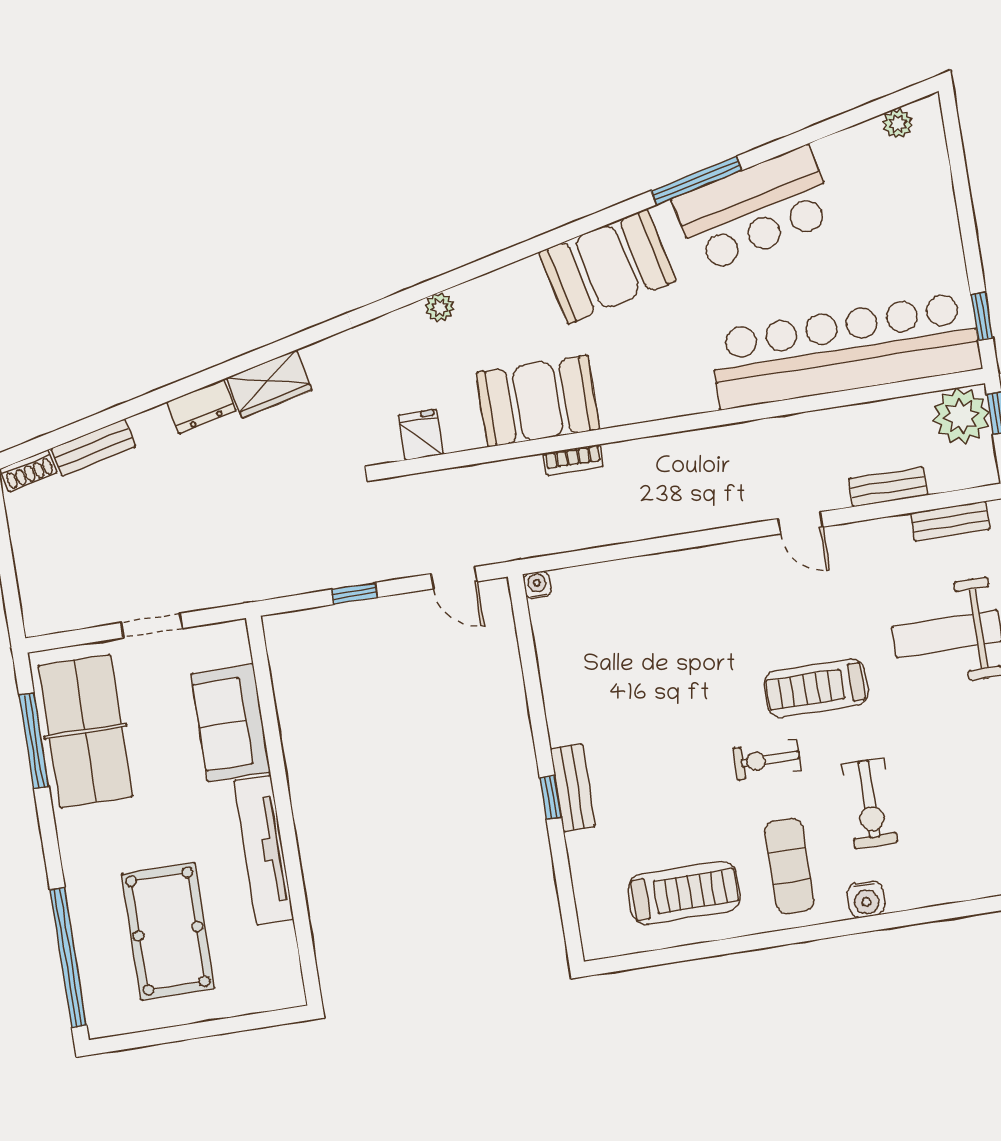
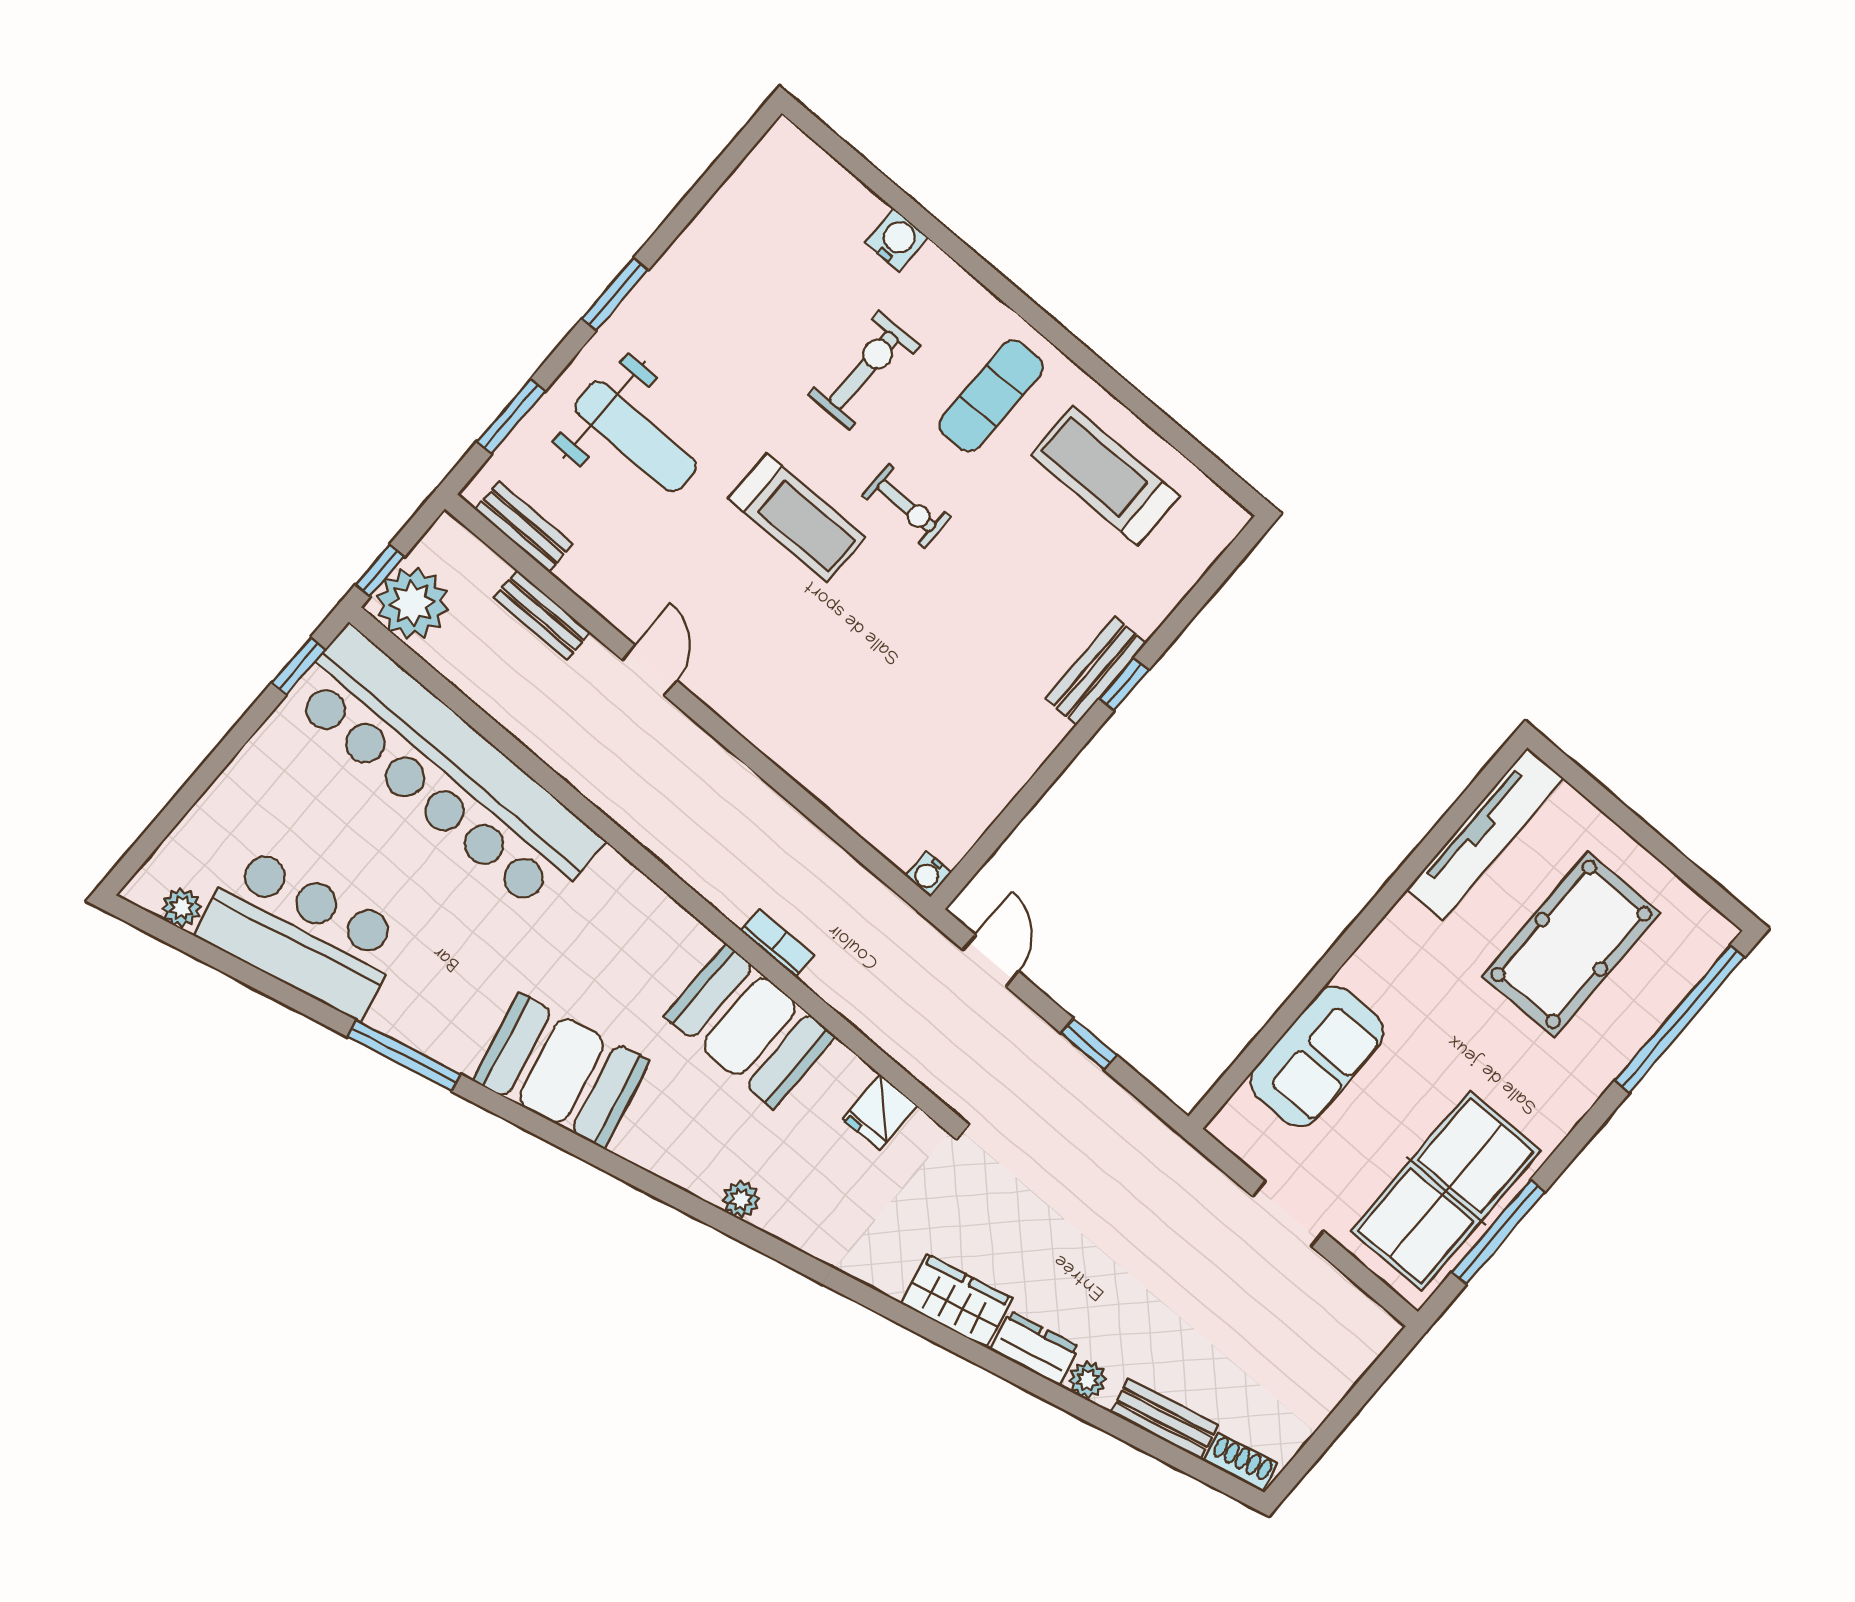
bar counter: (755, 209) -> (301, 932), moved
plant: (155, 422) -> (1088, 1380), added
tv unit: (264, 850) -> (1485, 834), moved
water cooler: (866, 899) -> (897, 240), moved

